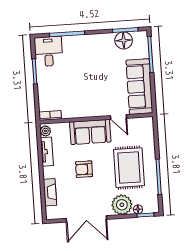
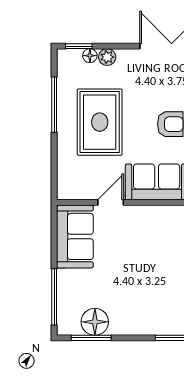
sofa: (139, 87) -> (75, 236), width x0.73
door: (119, 117) -> (111, 202), hinge flipped
plant: (122, 205) -> (107, 57), width x0.53, depth x0.53

